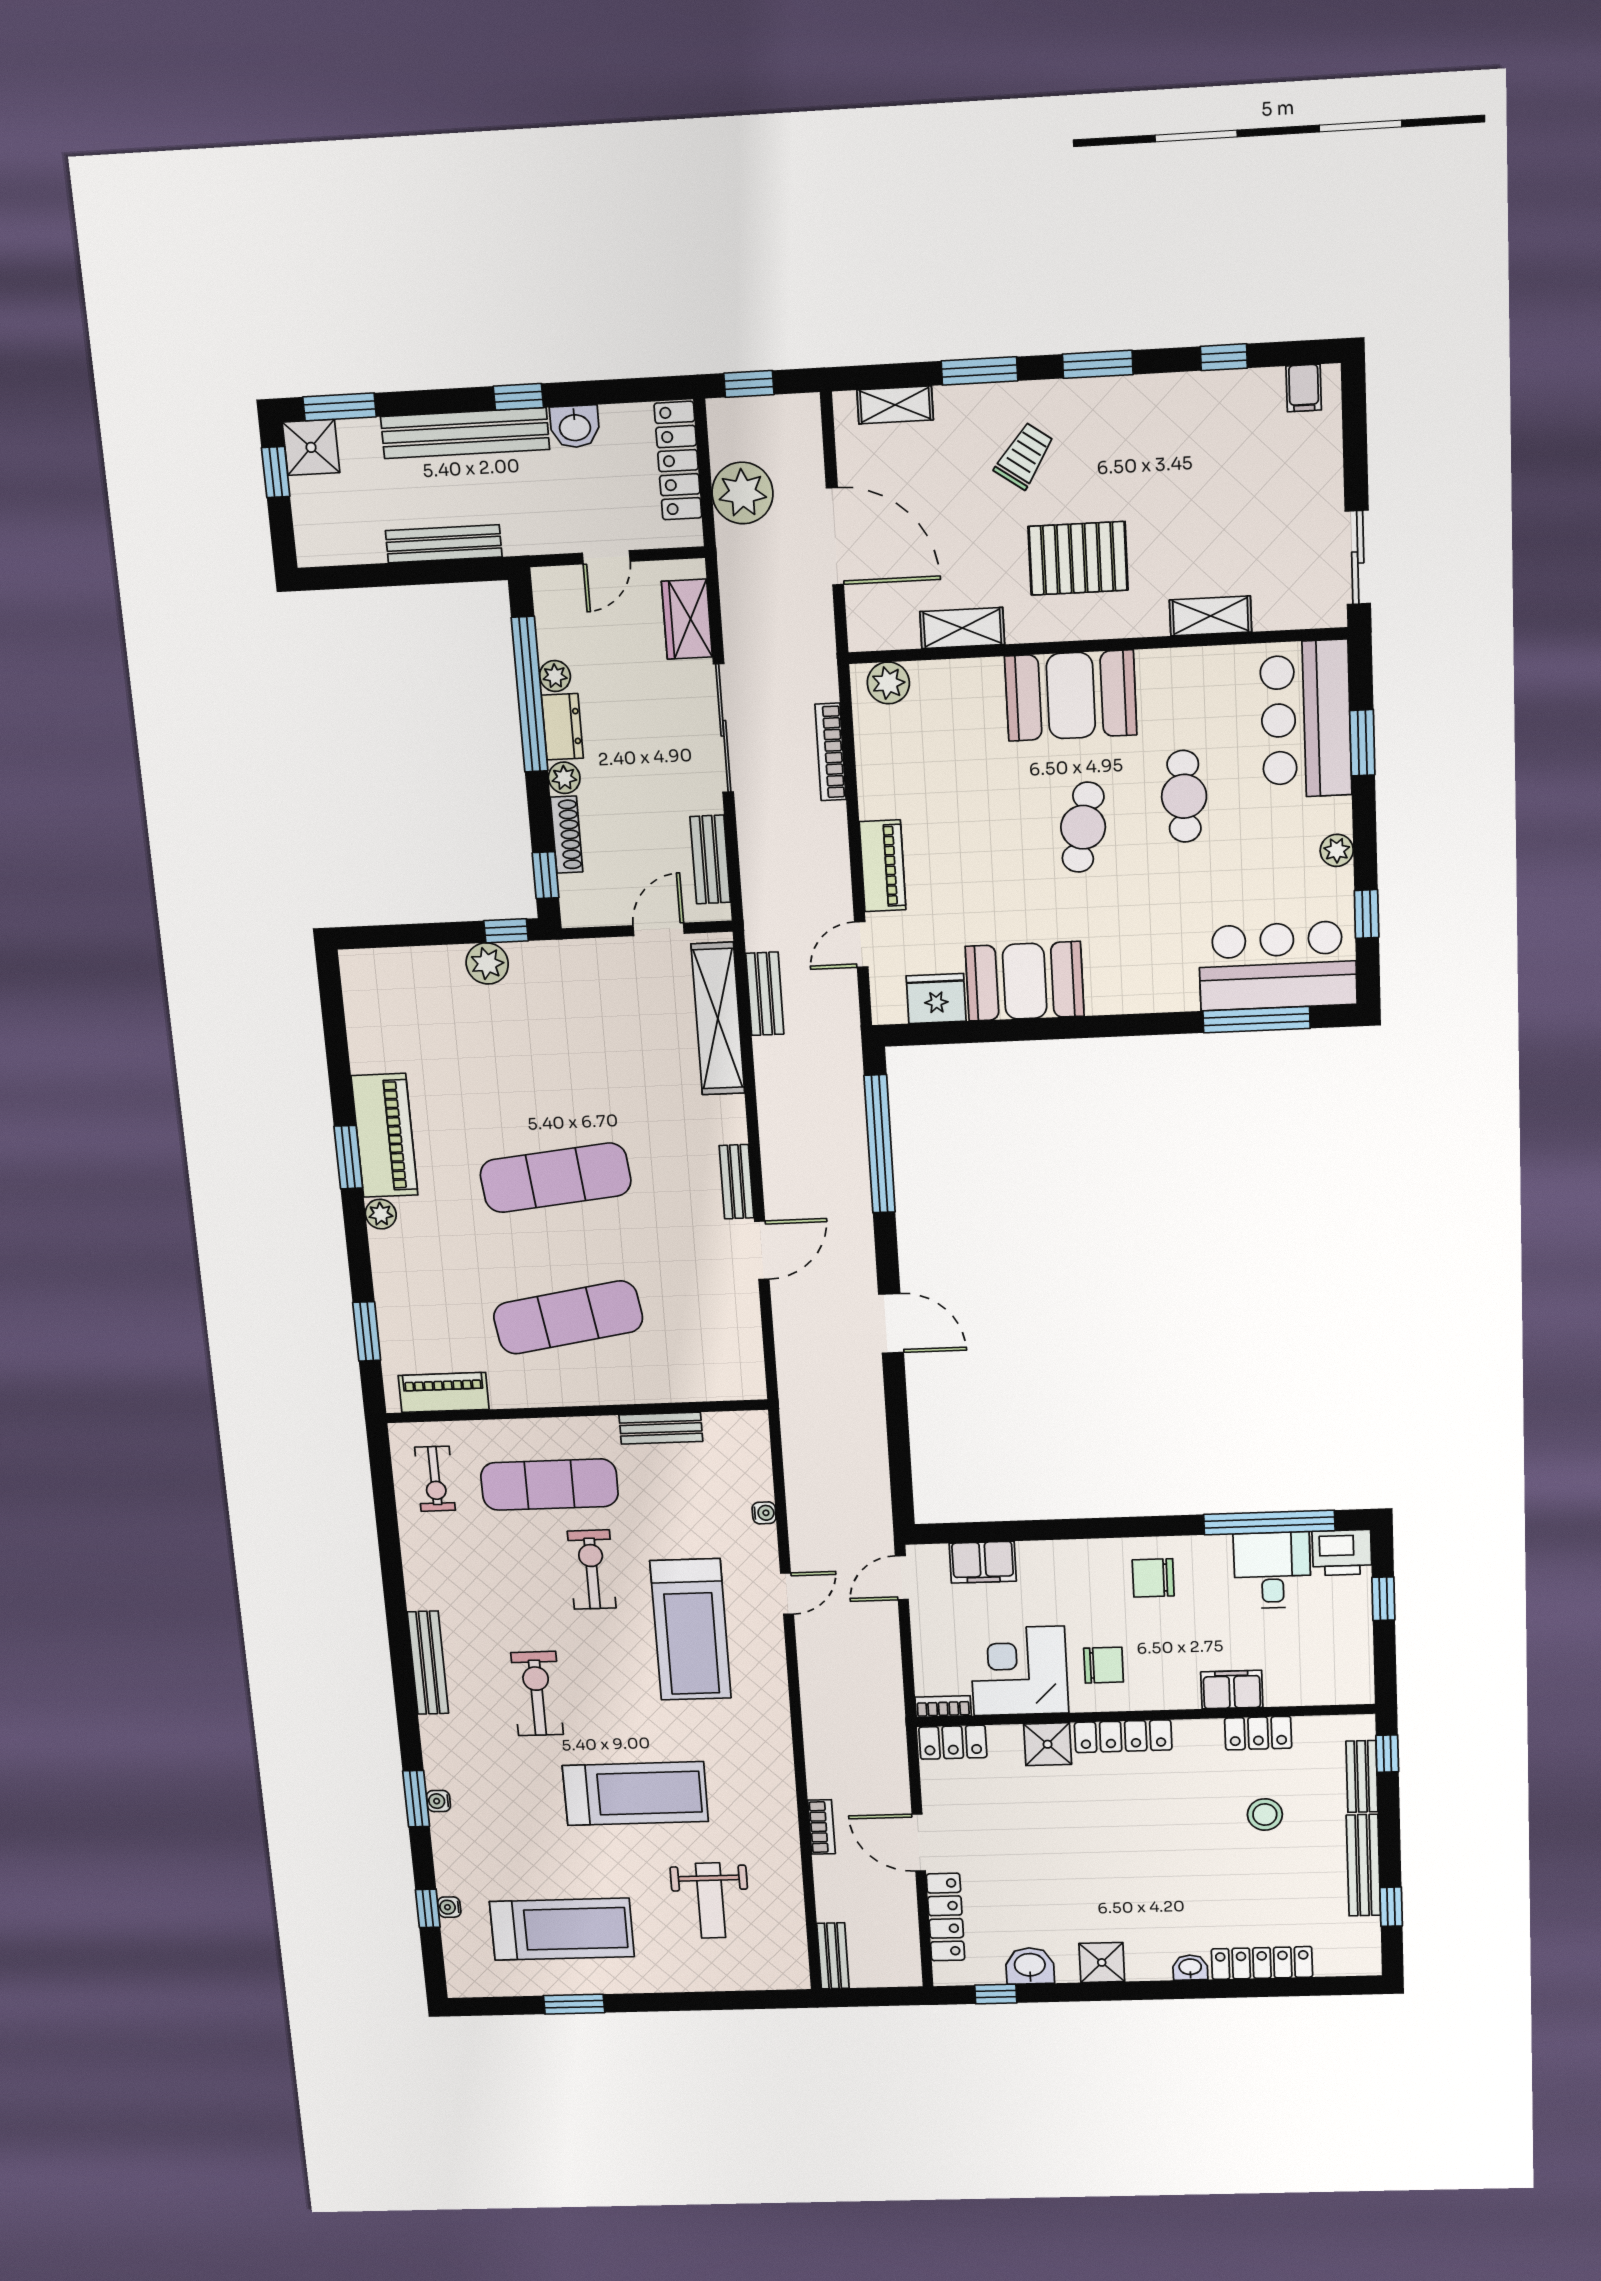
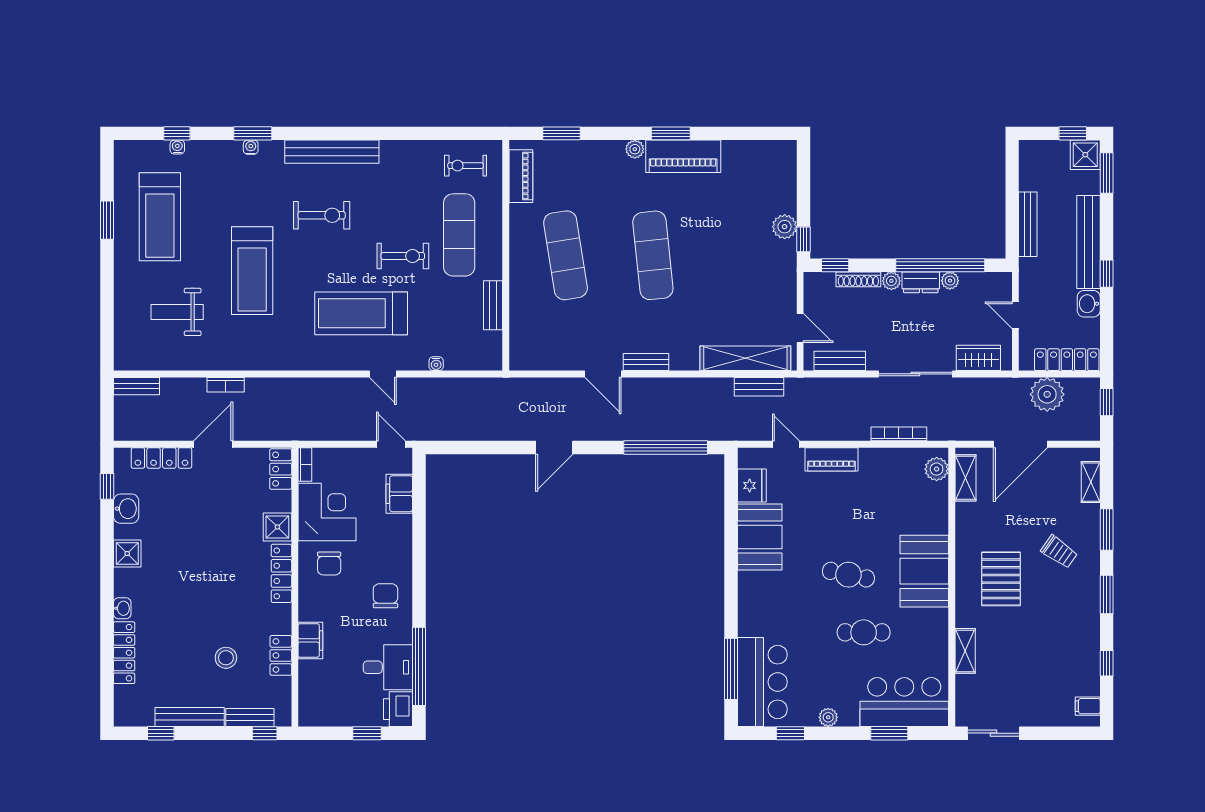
shelving: (962, 628) -> (965, 478), moved
bench: (428, 1663) -> (332, 152), width x1.37, depth x1.21

